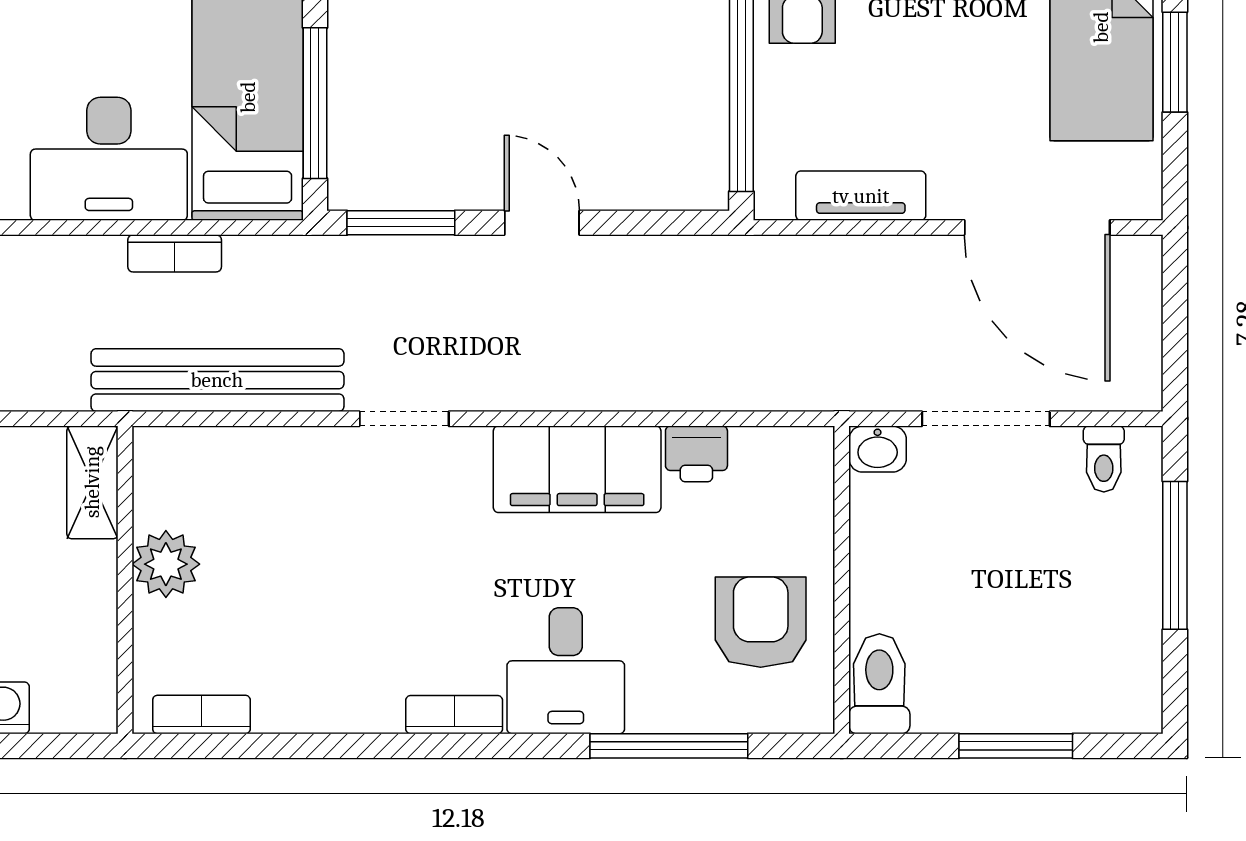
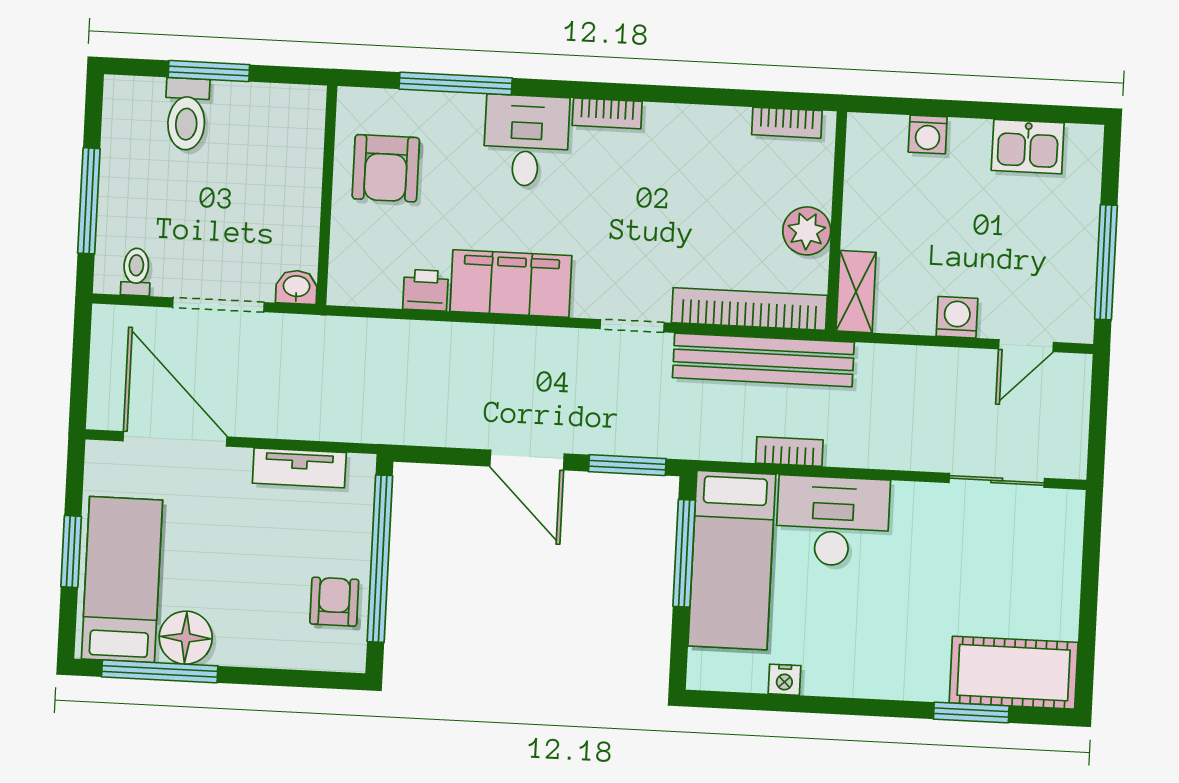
door: (542, 223) -> (527, 460), width x1.38
bookcase: (241, 450) -> (749, 309), added
toilet: (879, 684) -> (187, 114), moved

